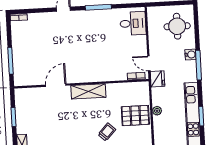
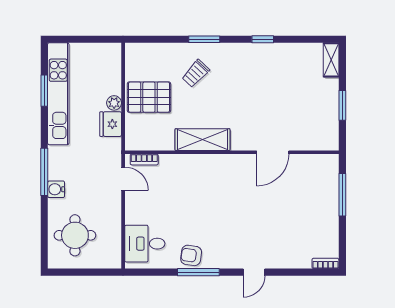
armchair: (103, 18) -> (191, 255), added
fridge: (157, 79) -> (111, 124), moved
shelving: (88, 91) -> (202, 140), moved

